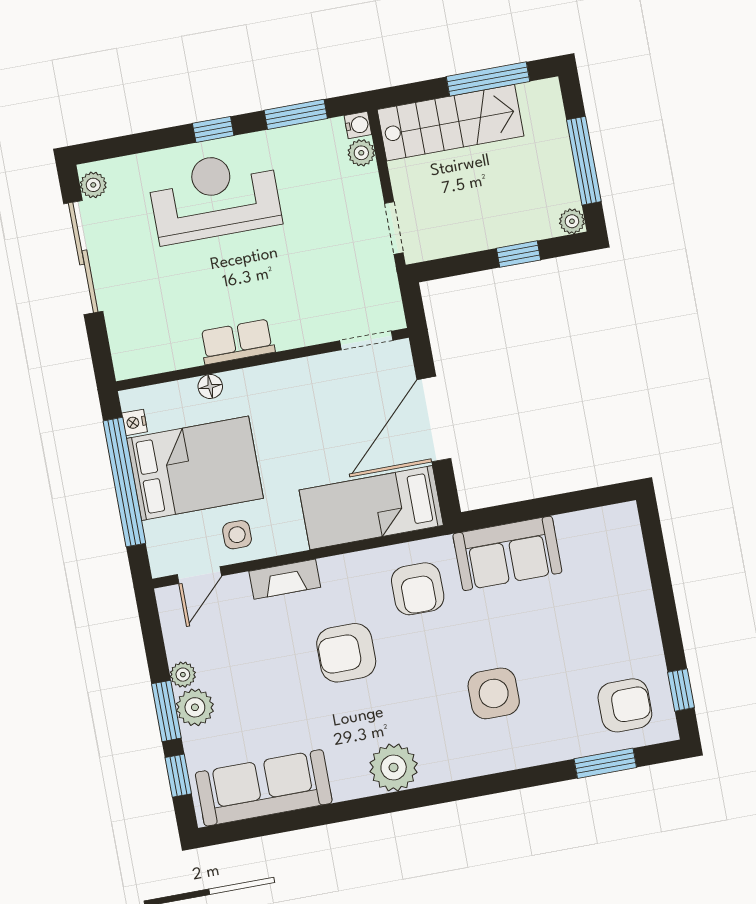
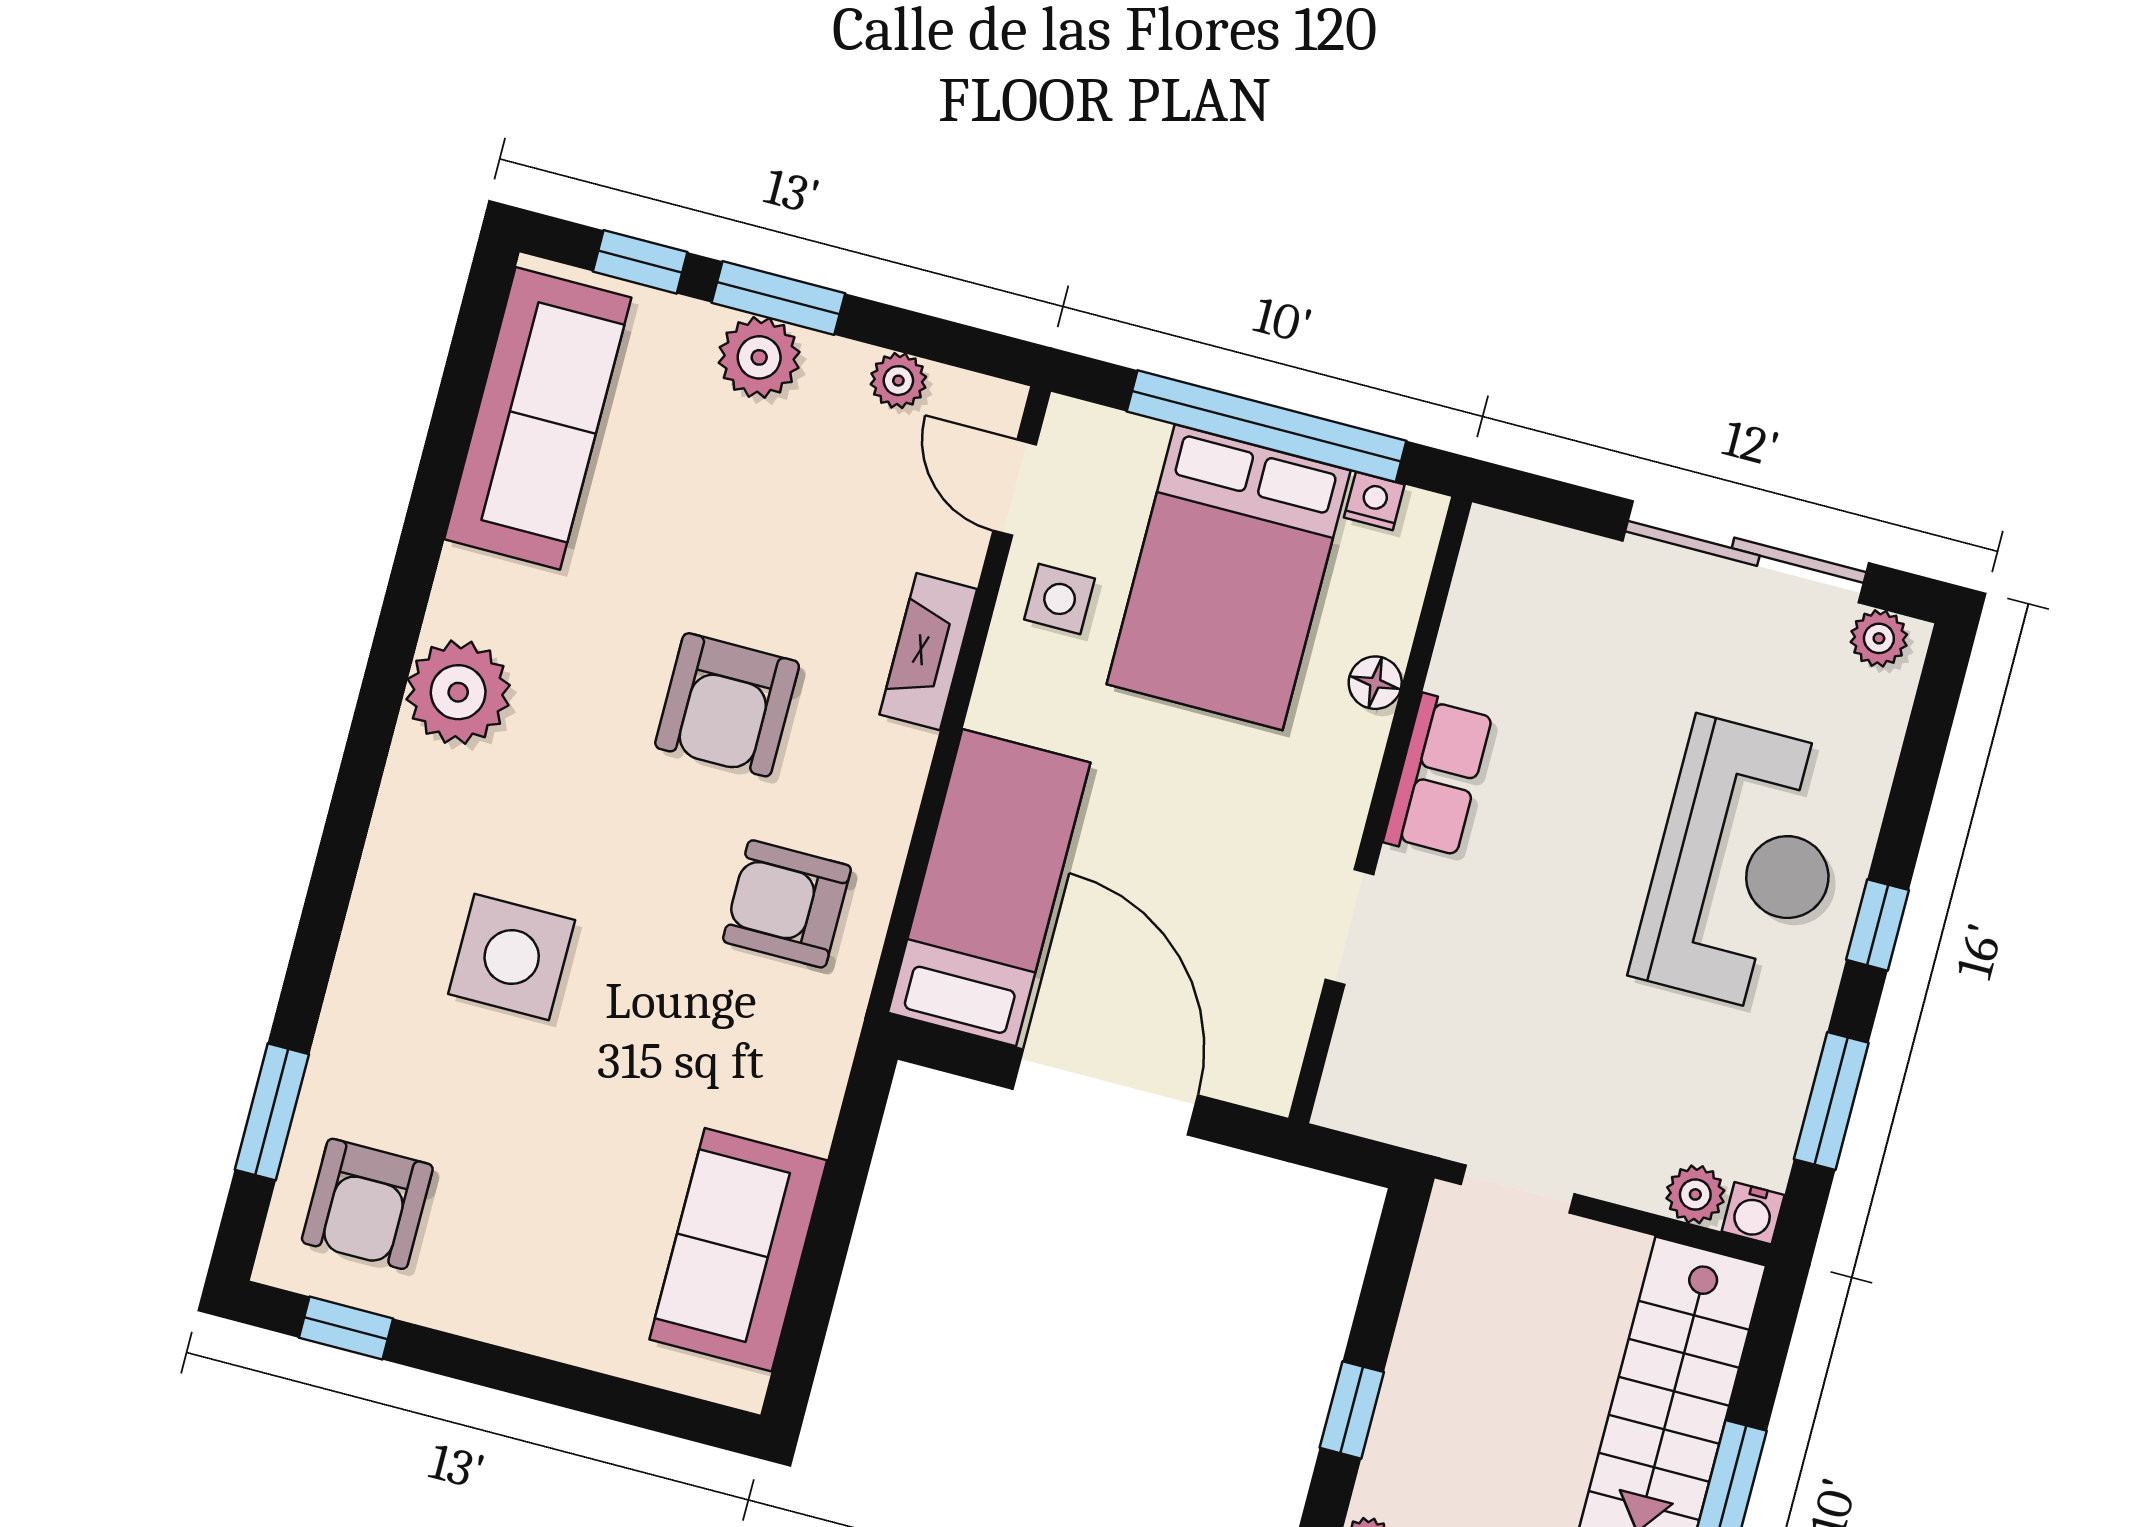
doorway: (366, 340) -> (1349, 927), moved
sofa: (507, 553) -> (738, 1250), moved
armchair: (346, 653) -> (727, 705), turned 180
plant: (183, 675) -> (898, 381), moved

